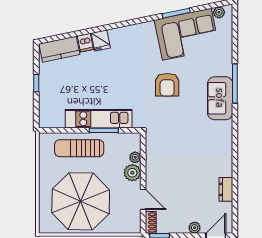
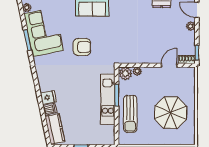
plant: (132, 173) -> (125, 73), moved
parasol: (81, 201) -> (171, 113), width x0.73, depth x0.73

